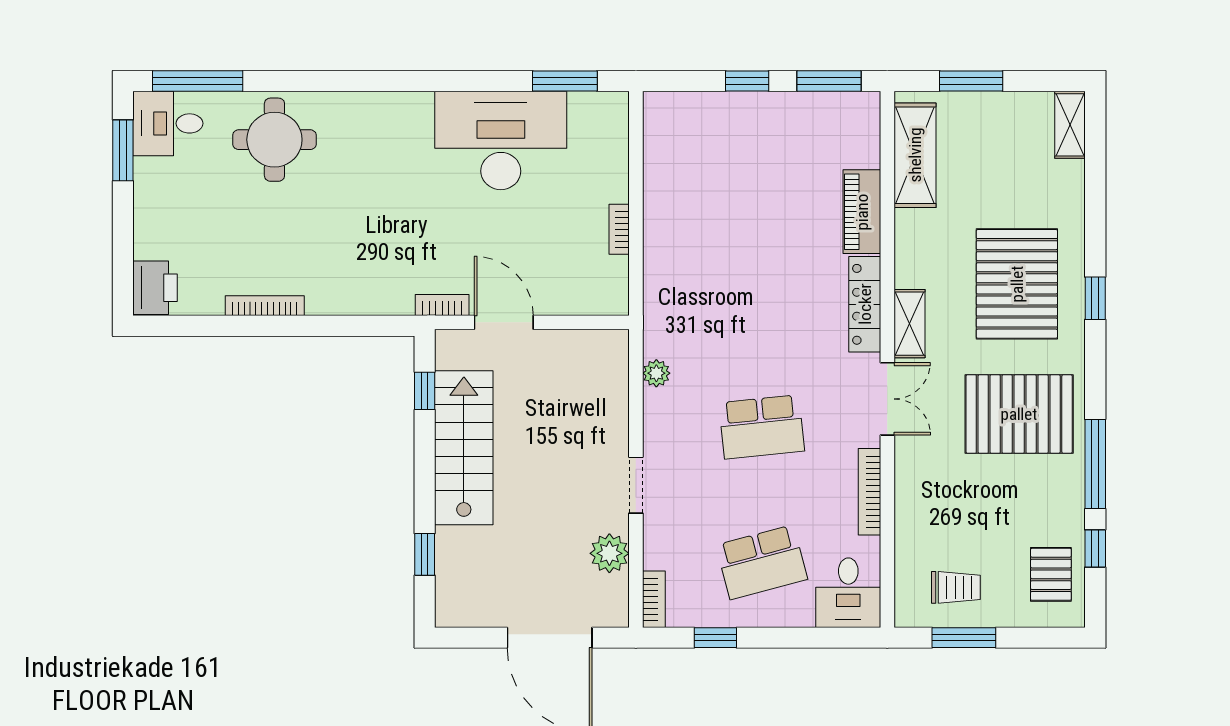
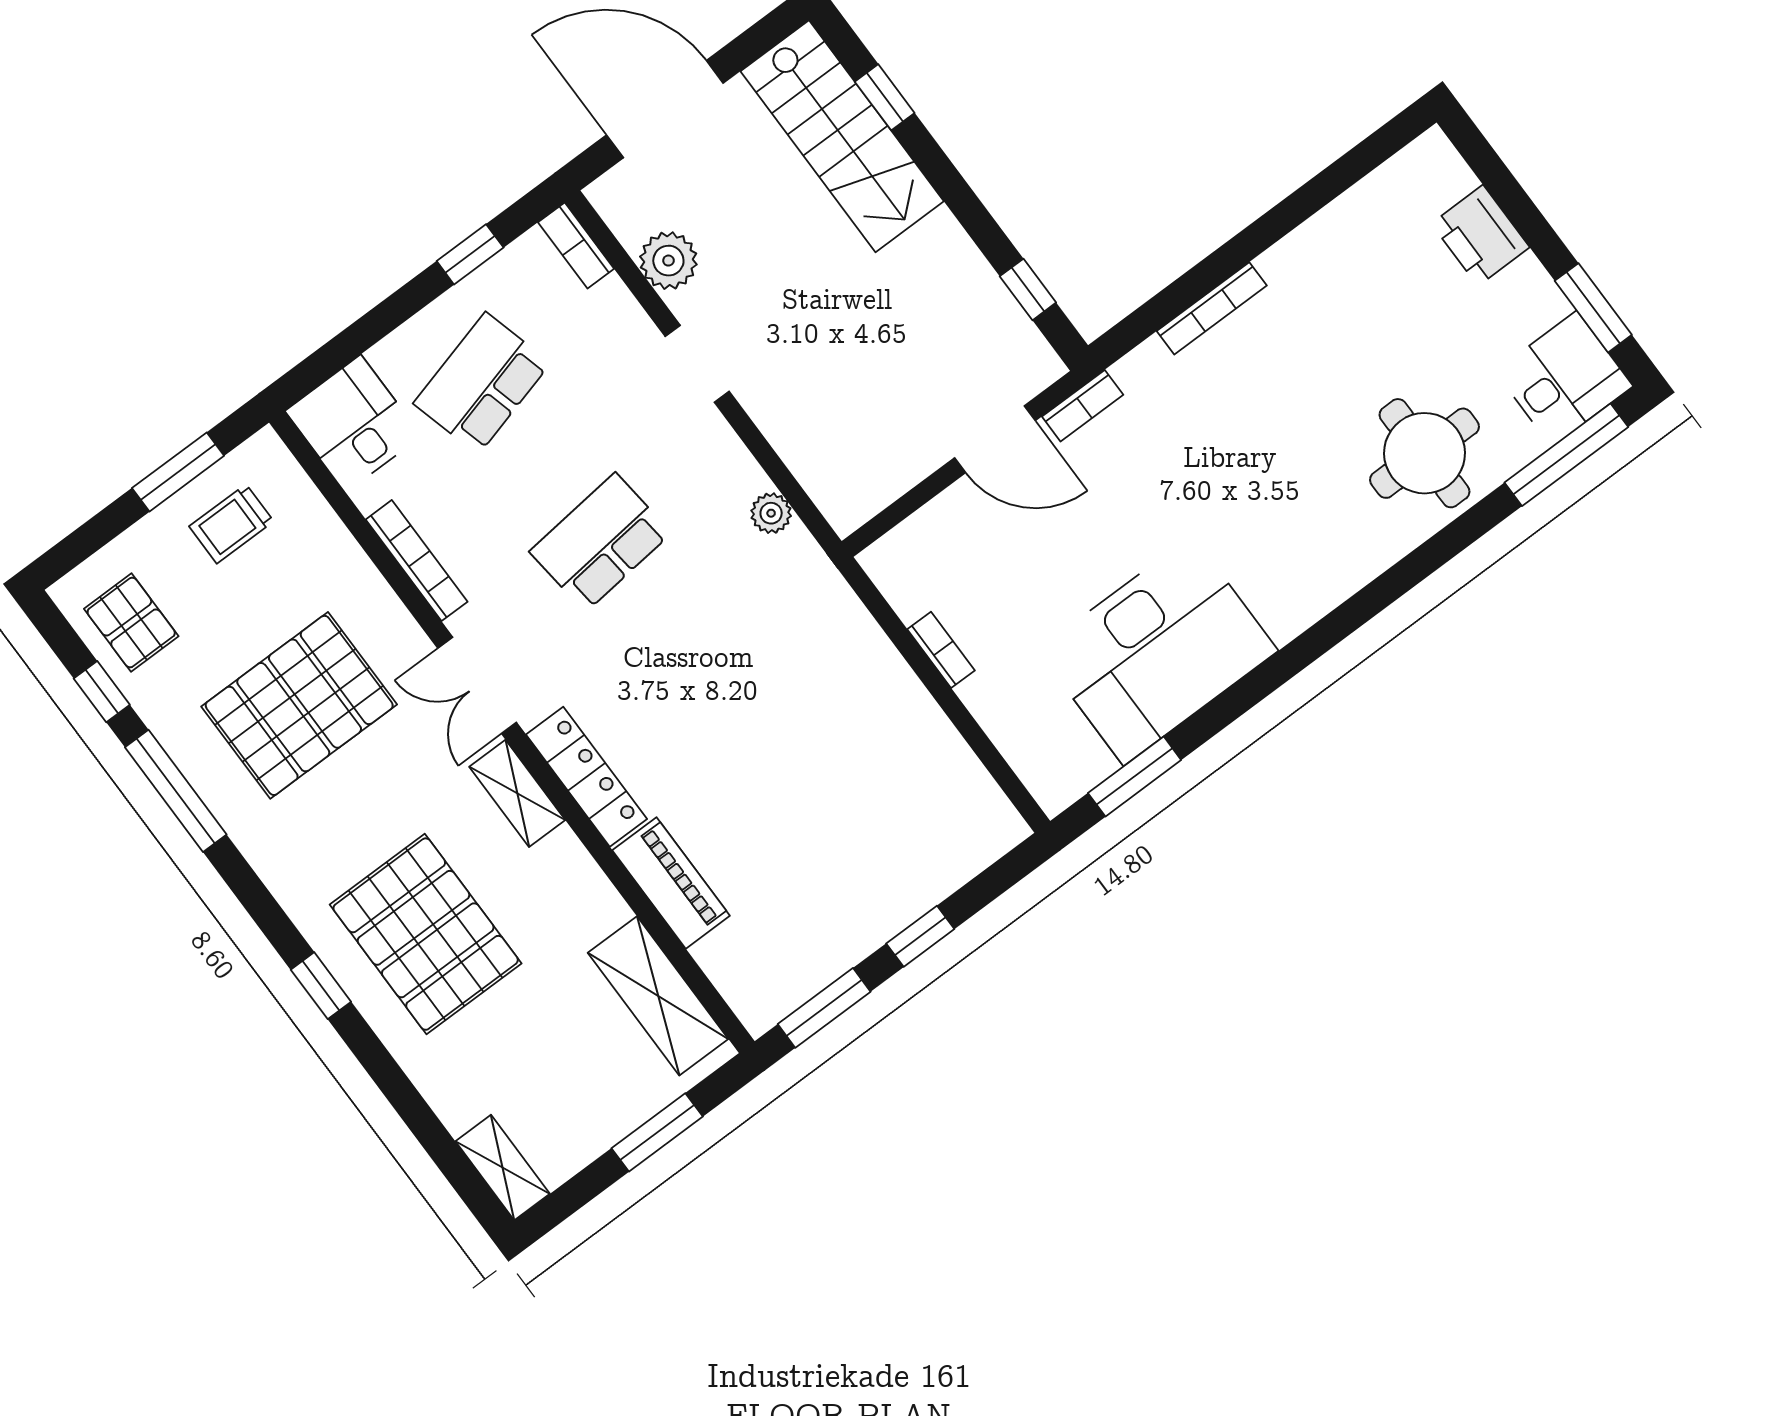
printer: (155, 288) -> (1480, 235), moved
bookcase: (265, 306) -> (1212, 308), moved
pallet: (1019, 414) -> (299, 705), moved
stairs: (464, 448) -> (842, 136), moved

